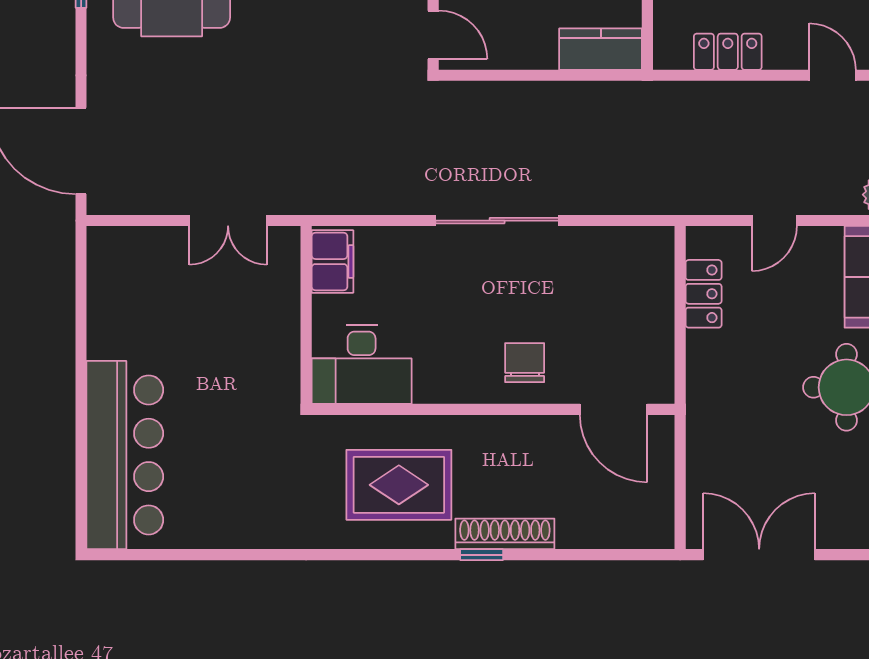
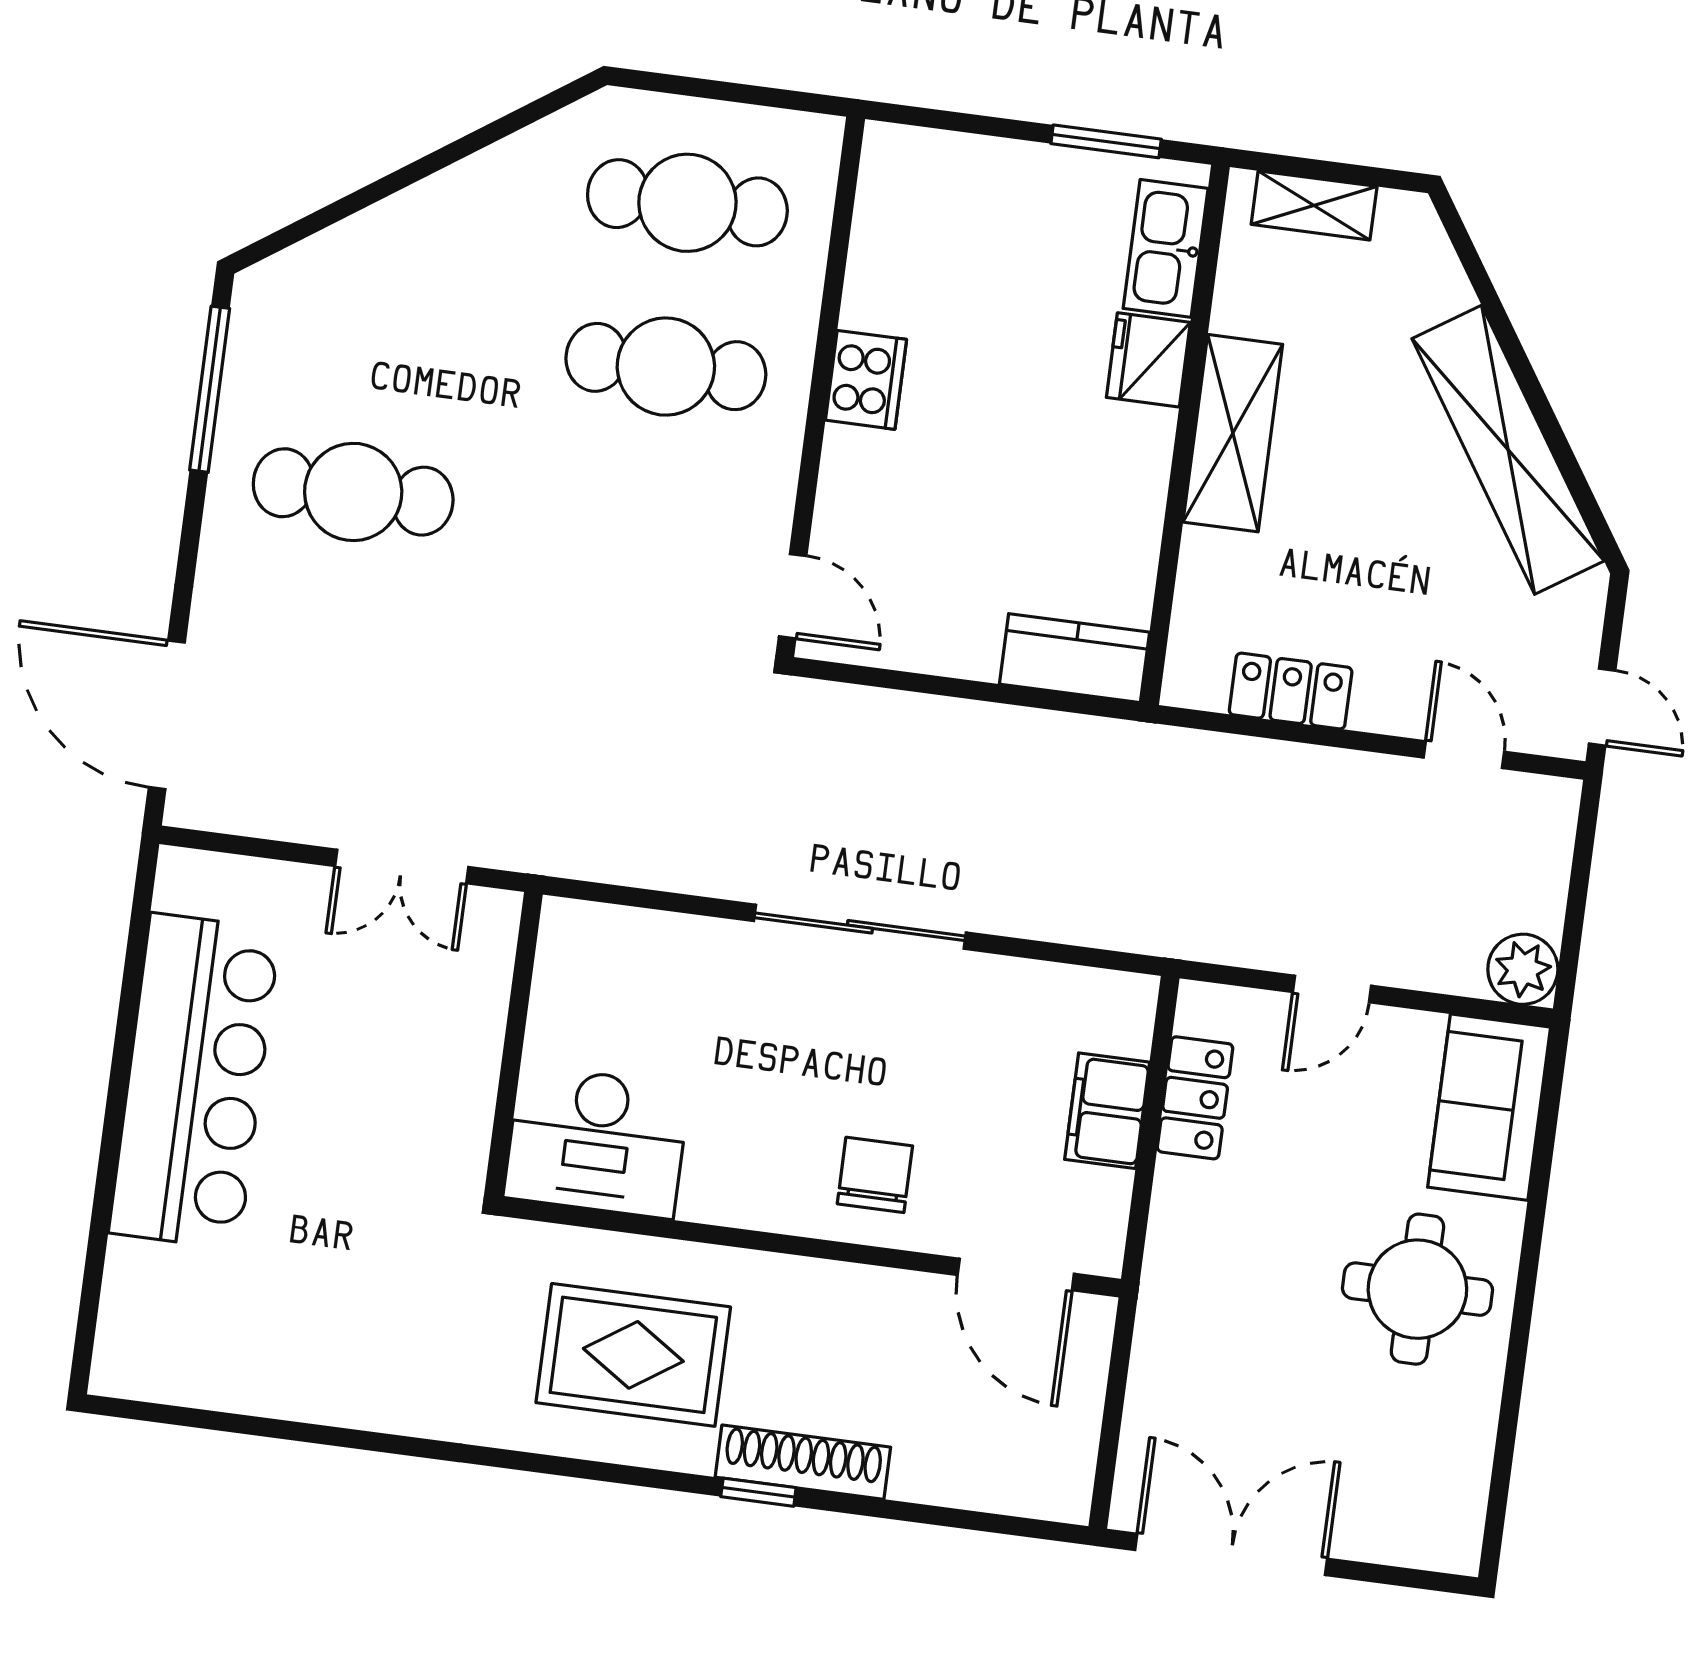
filing cabinet: (332, 262) -> (1107, 1111), moved, turned 180
bar counter: (125, 455) -> (194, 1081), moved

